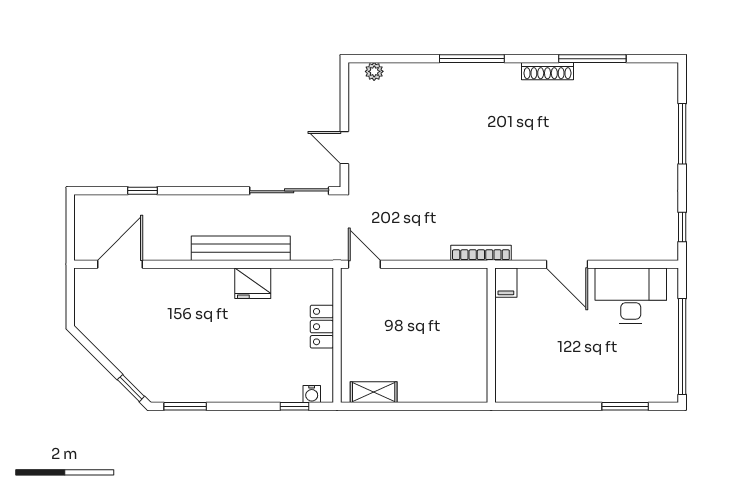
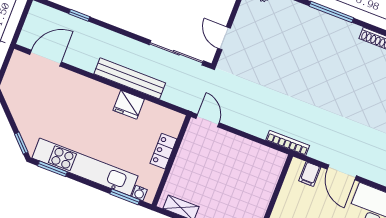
filing cabinet: (506, 283) -> (310, 174), moved
kitchen unit: (227, 387) -> (85, 167), added
window: (294, 406) -> (125, 197), width x1.50

